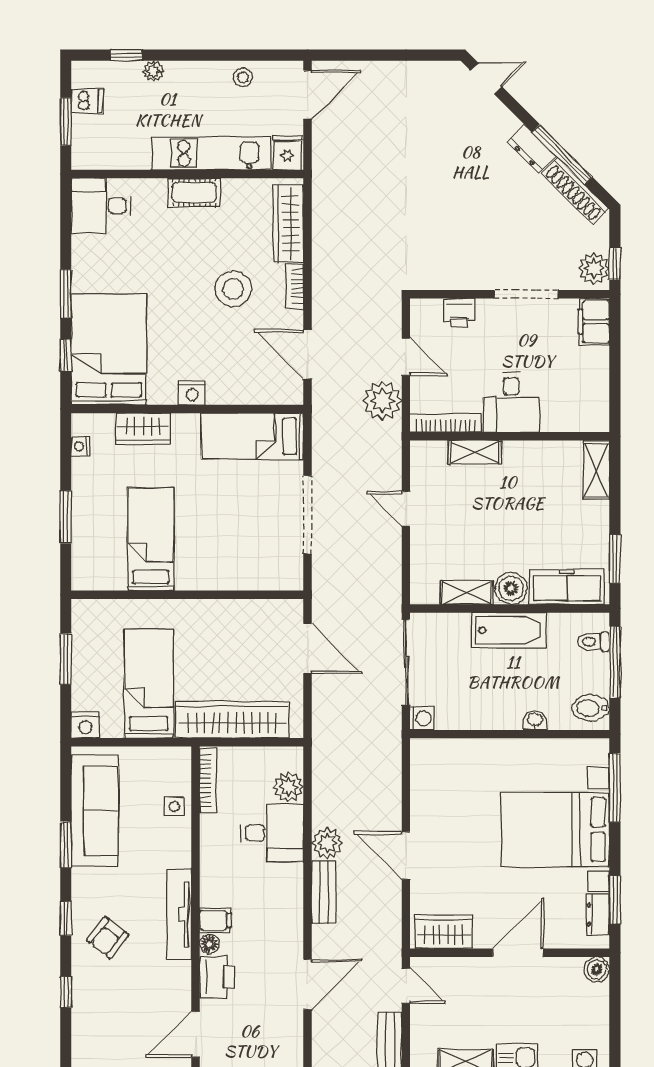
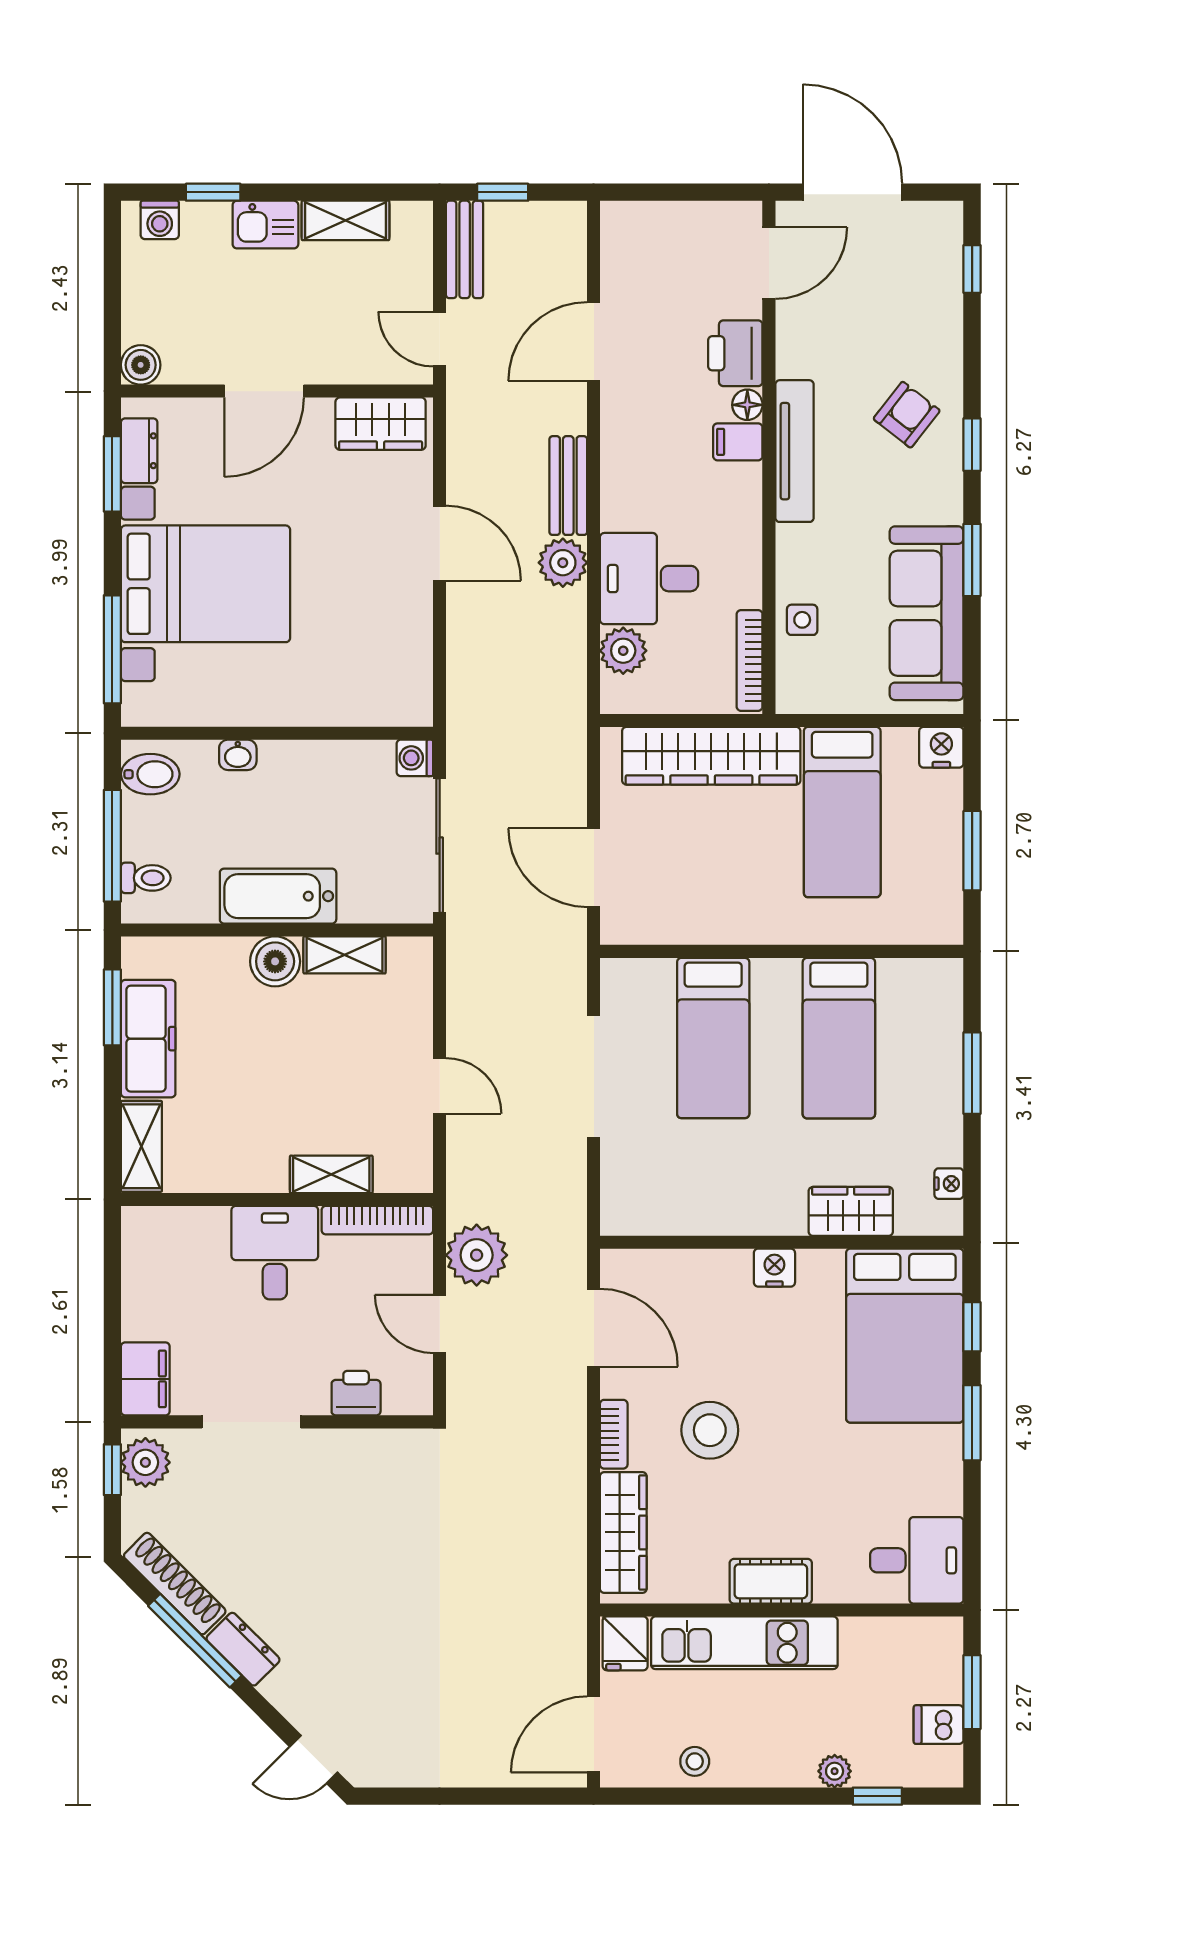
bed: (252, 436) -> (713, 1038), moved, turned 90
freezer: (567, 587) -> (148, 1039), moved, turned -90
window: (66, 992) -> (972, 269), moved

